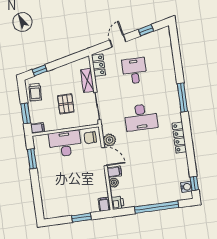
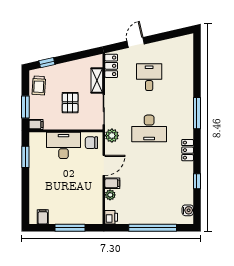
window: (146, 30) -> (168, 35), removed
locker: (179, 138) -> (188, 150), width x0.66
plant: (109, 140) -> (112, 136), moved
door: (104, 157) -> (104, 165), hinge flipped
window: (194, 183) -> (197, 181), moved
filing cabinet: (104, 204) -> (43, 217), moved
window: (81, 218) -> (70, 228), width x1.44

